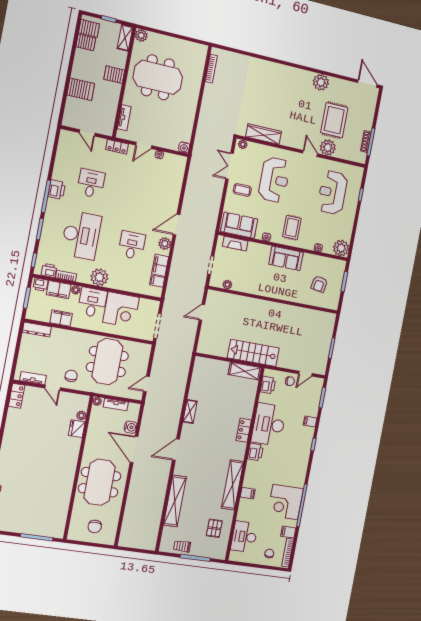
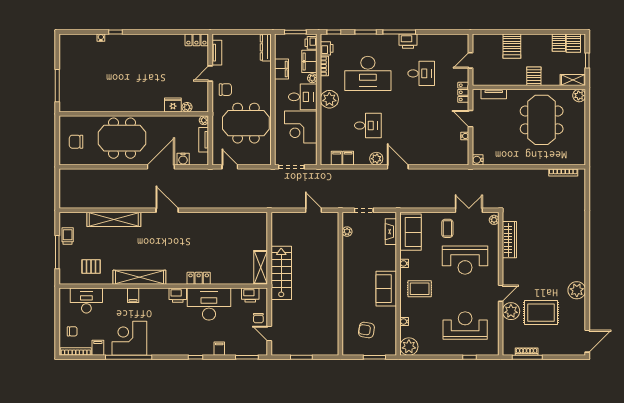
filing cabinet: (160, 265) -> (348, 158), width x0.50
shelving: (190, 412) -> (209, 218), removed

